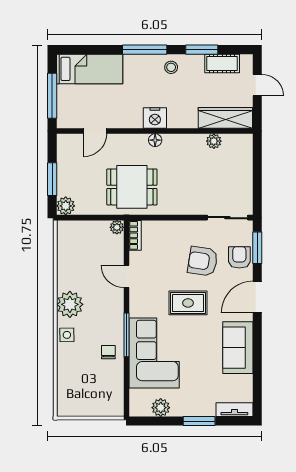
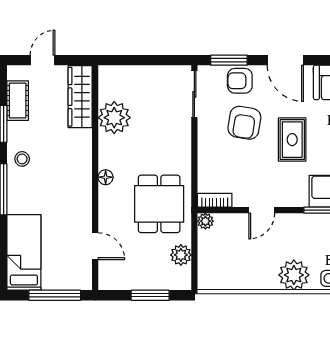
nightstand: (155, 118) -> (80, 178), removed
plant: (214, 141) -> (114, 118), width x1.87, depth x1.87
plant: (66, 206) -> (181, 255), moved

